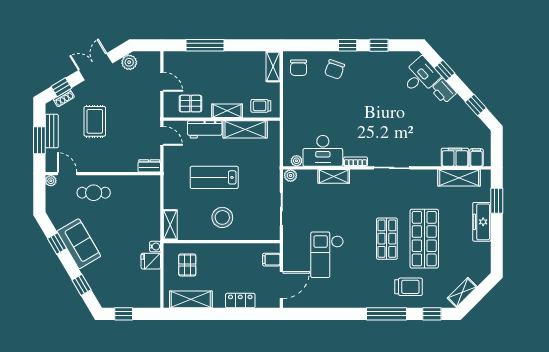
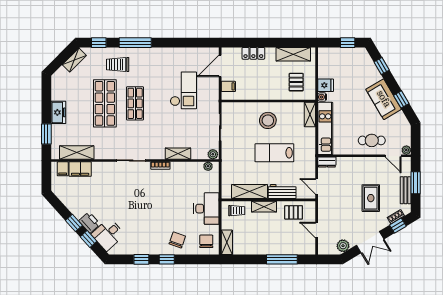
window: (476, 105) -> (74, 223), moved
desk: (323, 151) -> (206, 209), moved, turned 90
lab bench: (214, 177) -> (274, 153), turned 180
kitchen unit: (151, 208) -> (325, 128), added
freezer: (482, 222) -> (58, 112), width x0.71

